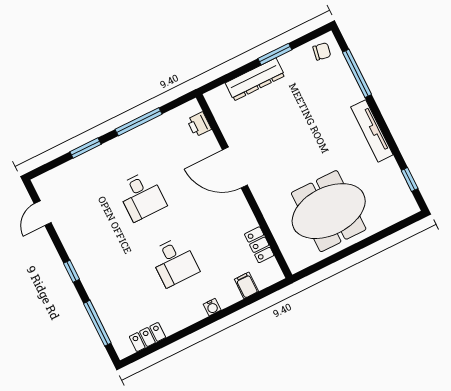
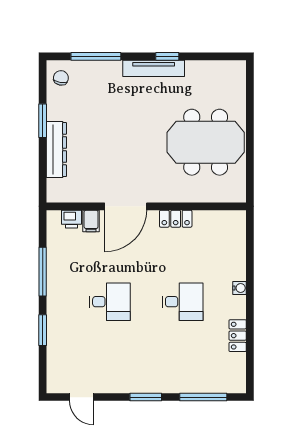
window: (410, 180) -> (167, 56), moved
meeting table: (329, 211) -> (206, 142), turned 90
locker: (259, 245) -> (176, 219), moved
window: (71, 271) -> (146, 397), width x1.50
filing cabinet: (246, 285) -> (91, 221), moved, turned -90
locker: (147, 337) -> (238, 336), moved

